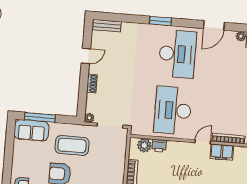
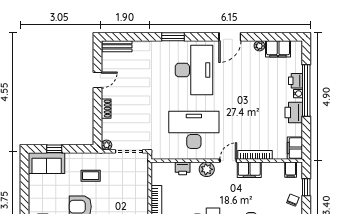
desk: (173, 110) -> (194, 130), turned 90
window: (40, 117) -> (54, 149), width x0.46
coffee table: (72, 145) -> (91, 176), width x0.54, depth x0.58
plant: (144, 145) -> (207, 169), moved

